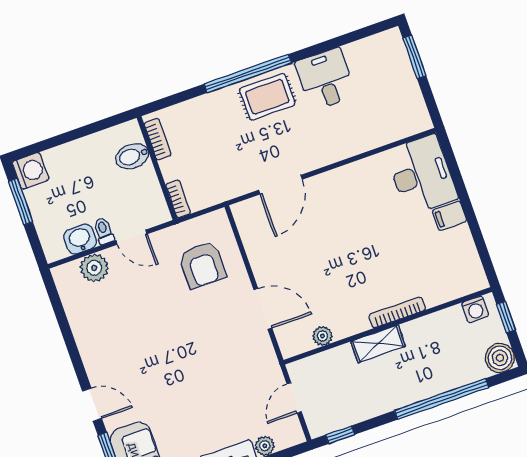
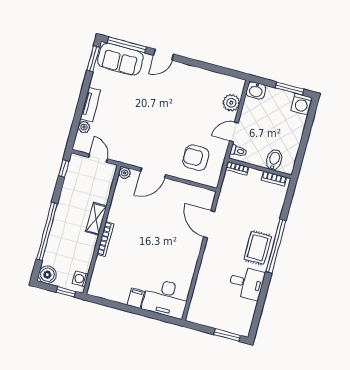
toilet: (104, 231) -> (238, 151), moved
washbasin: (80, 239) -> (256, 90), moved, turned 90
plant: (322, 336) -> (125, 173), moved

